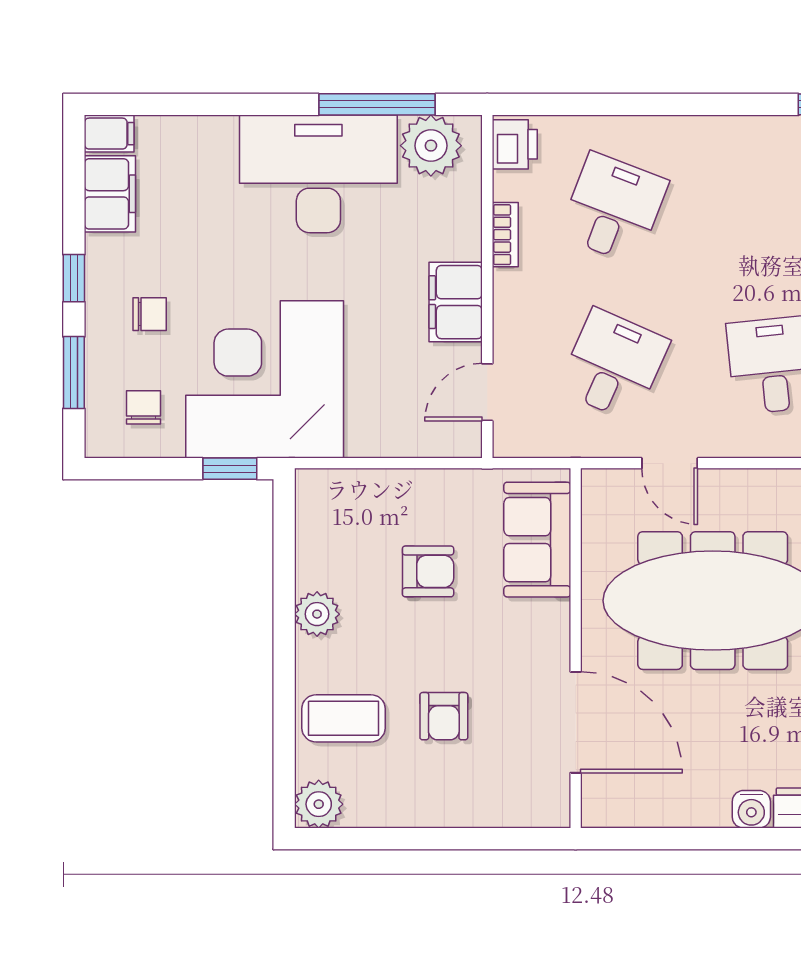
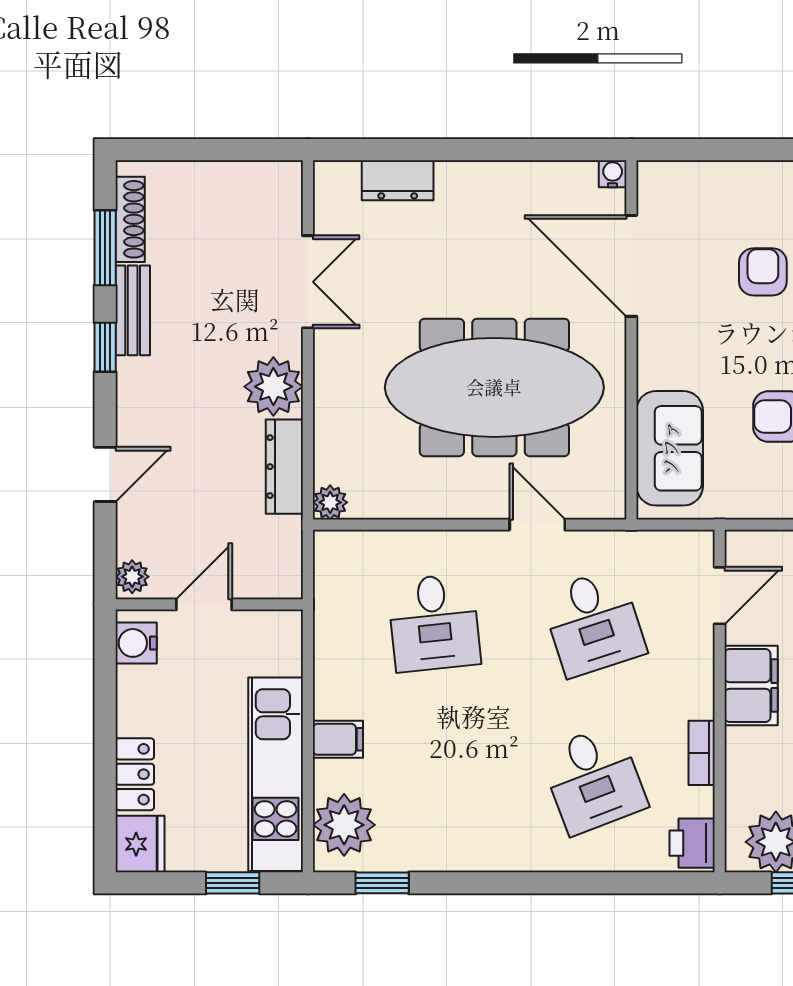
desk: (614, 208) -> (593, 779), turned -42
desk: (614, 365) -> (593, 623), turned -42
water cooler: (751, 809) -> (613, 174), moved, width x0.72, depth x0.72

